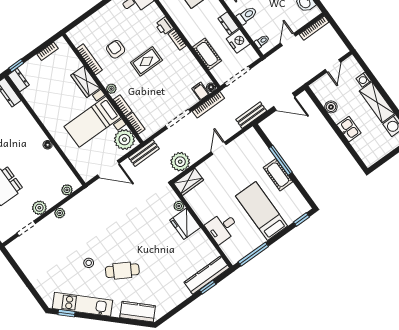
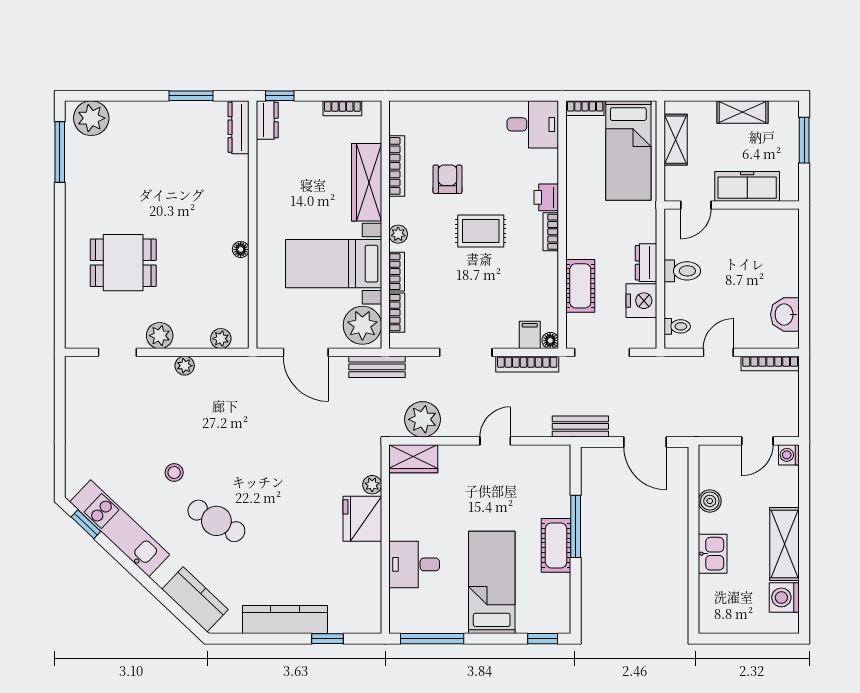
washing machine: (364, 80) -> (789, 455), moved
wardrobe: (85, 82) -> (367, 182), width x1.50
kitchen counter: (207, 275) -> (285, 620), moved

